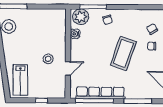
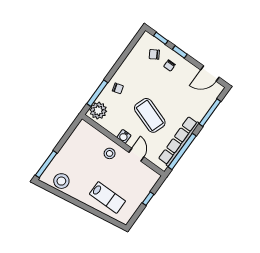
water cooler: (75, 34) -> (124, 136), moved
coffee table: (123, 53) -> (150, 115), moved
stool: (48, 59) -> (110, 153), moved
lab bench: (20, 80) -> (107, 197), moved

